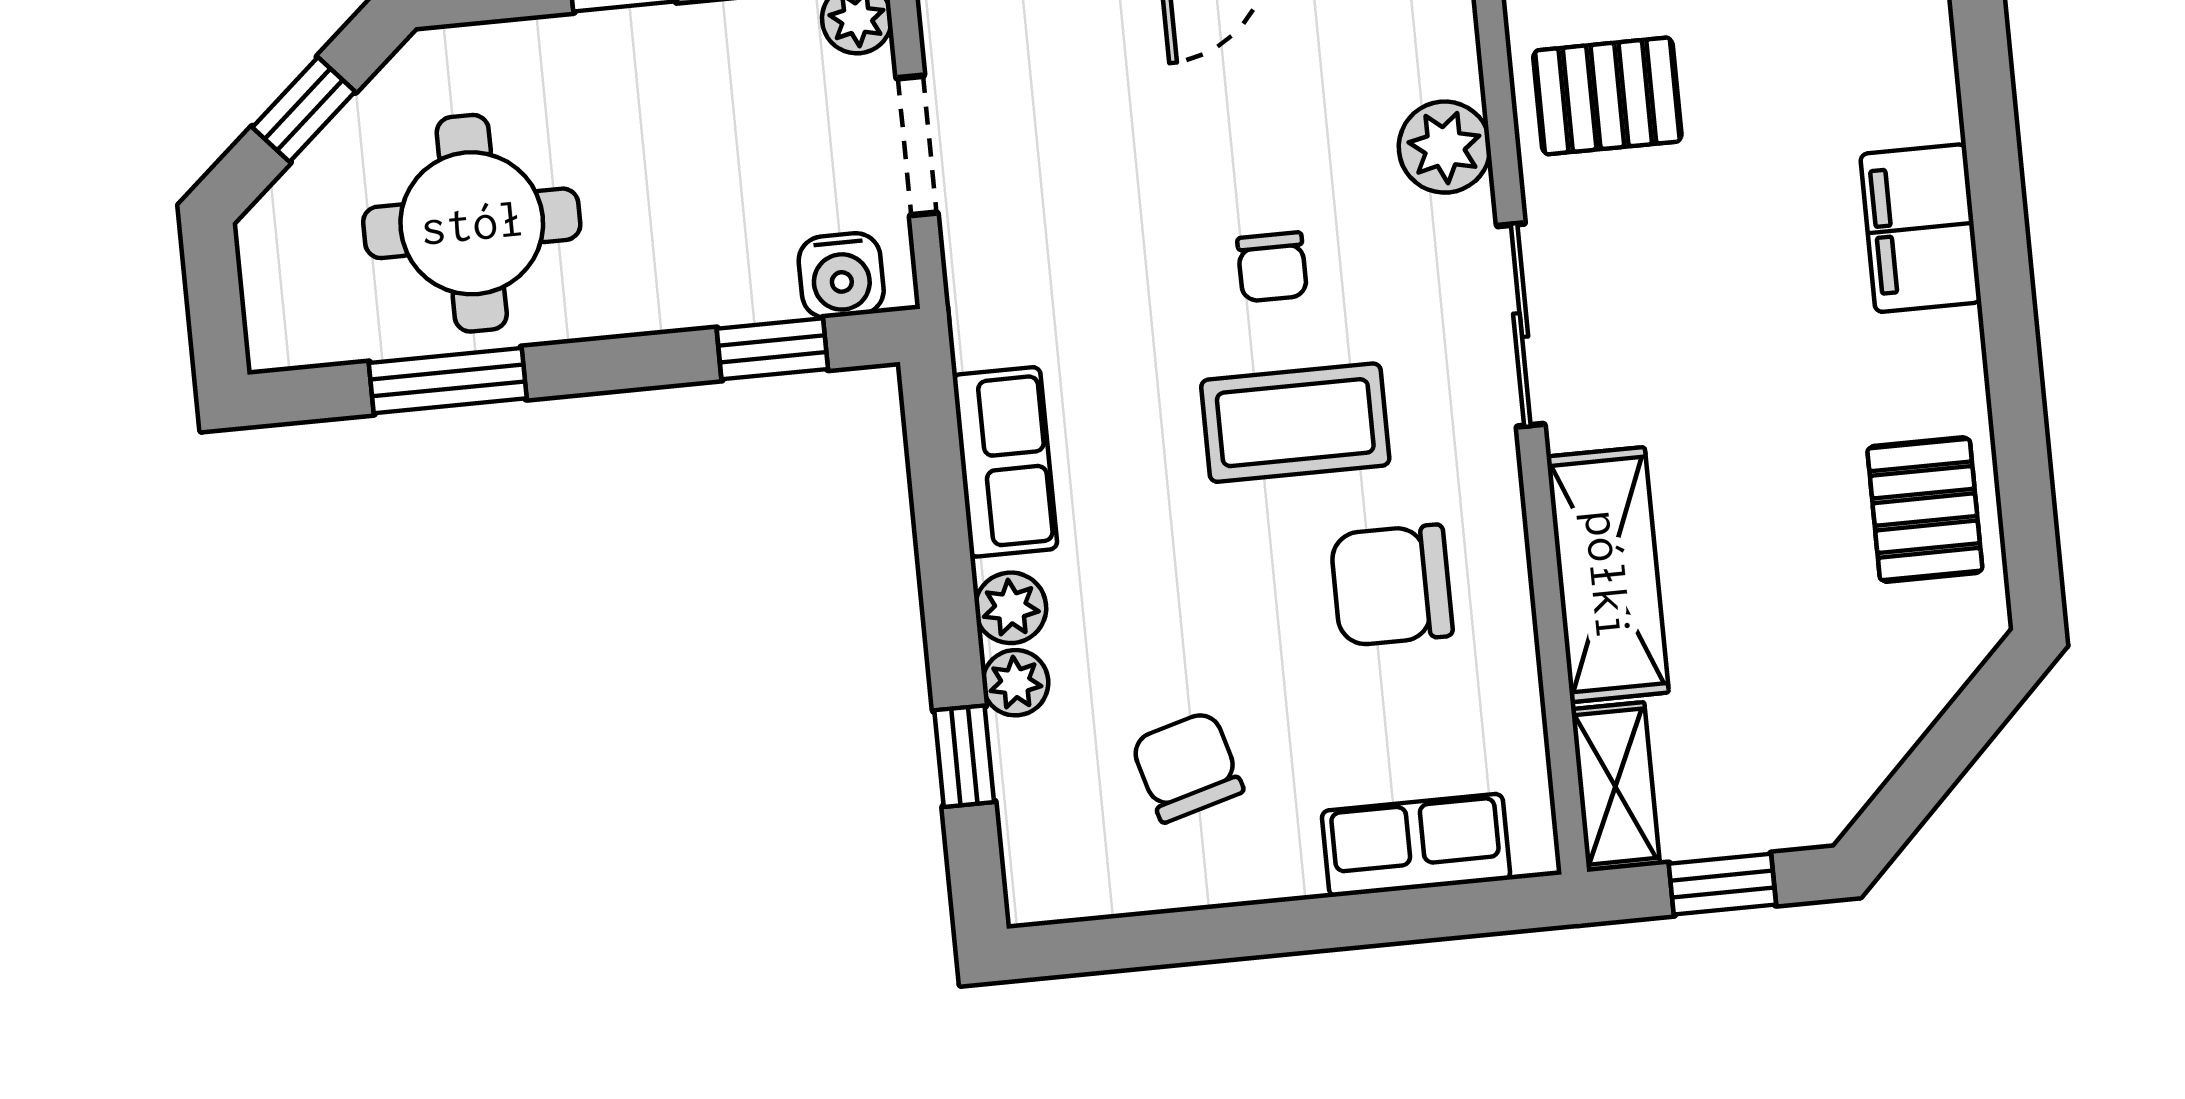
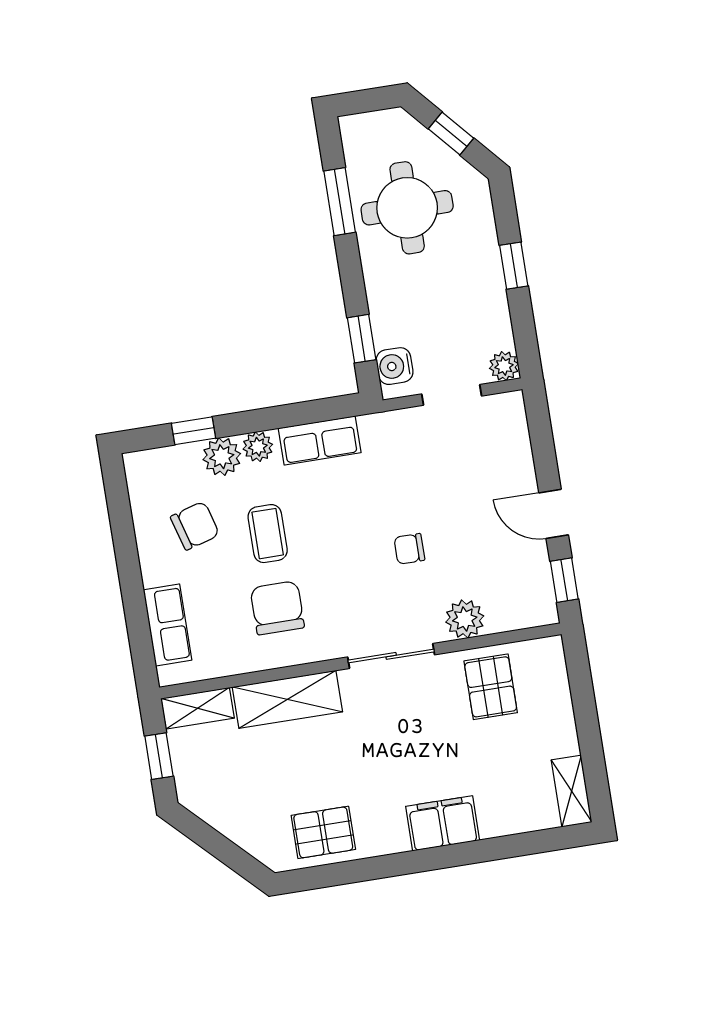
coffee table: (1295, 423) -> (268, 534), moved, width x0.73, depth x0.77
plant: (1015, 683) -> (222, 457), width x1.38, depth x1.38

